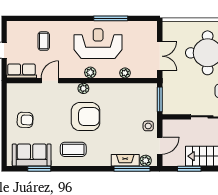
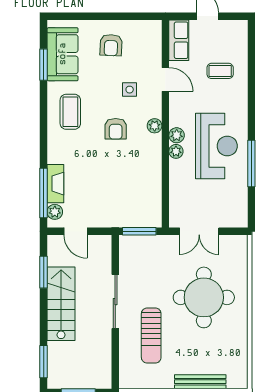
plant: (125, 73) -> (176, 151), moved
armchair: (86, 117) -> (116, 129), width x0.53, depth x0.53
side table: (148, 126) -> (130, 90), moved

